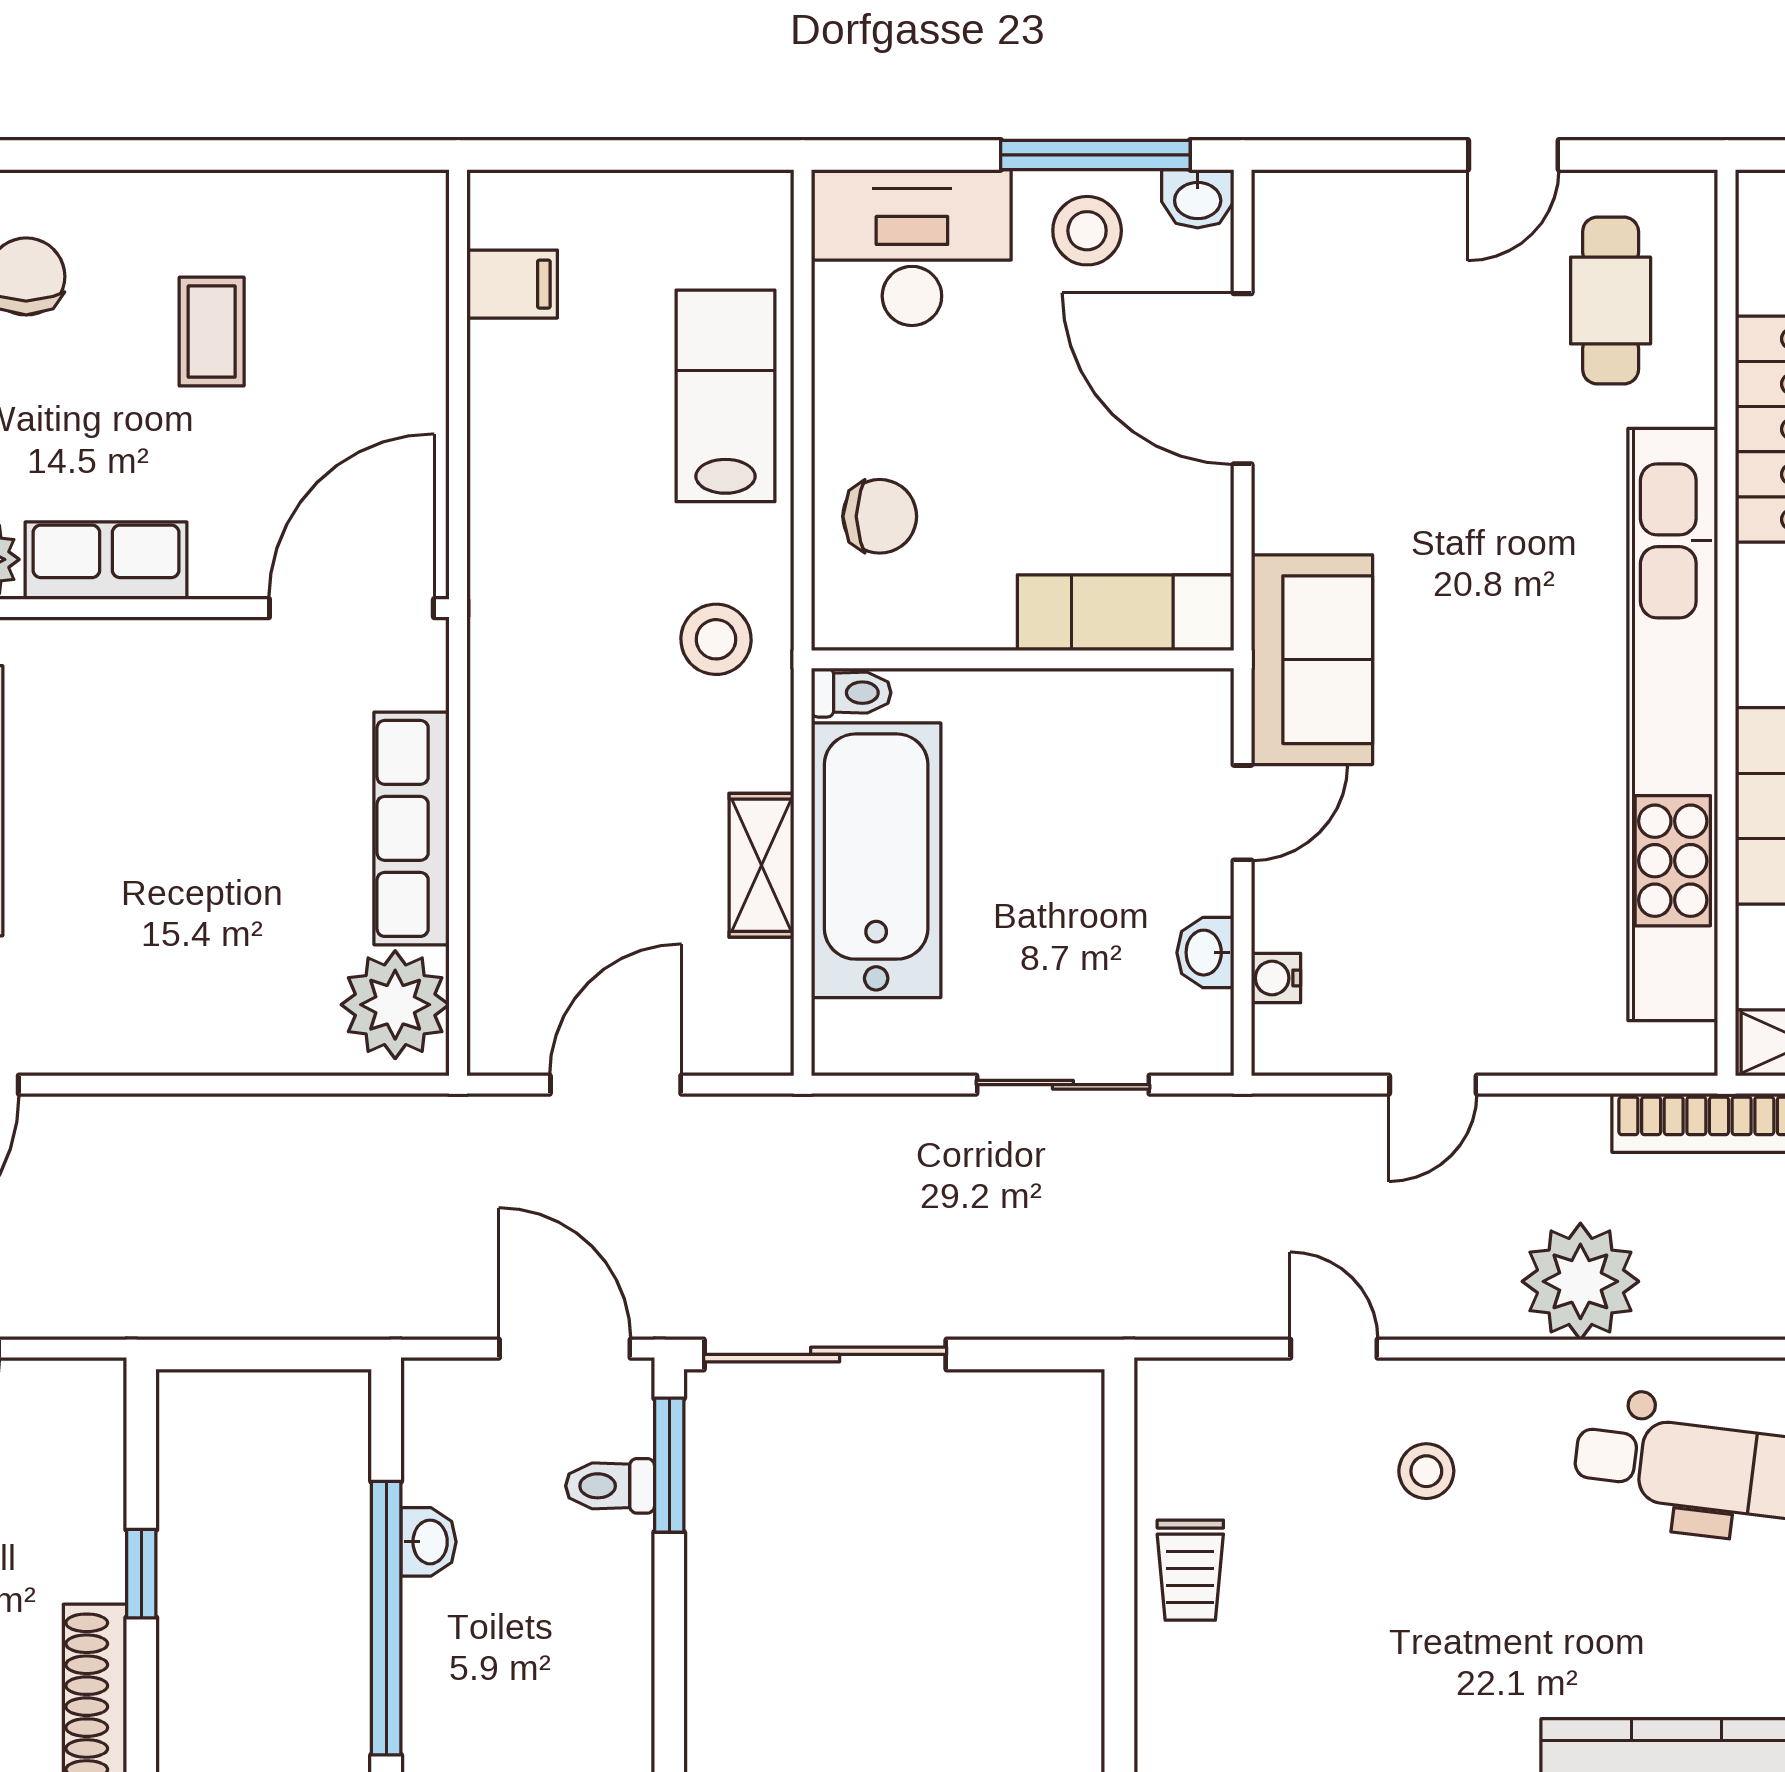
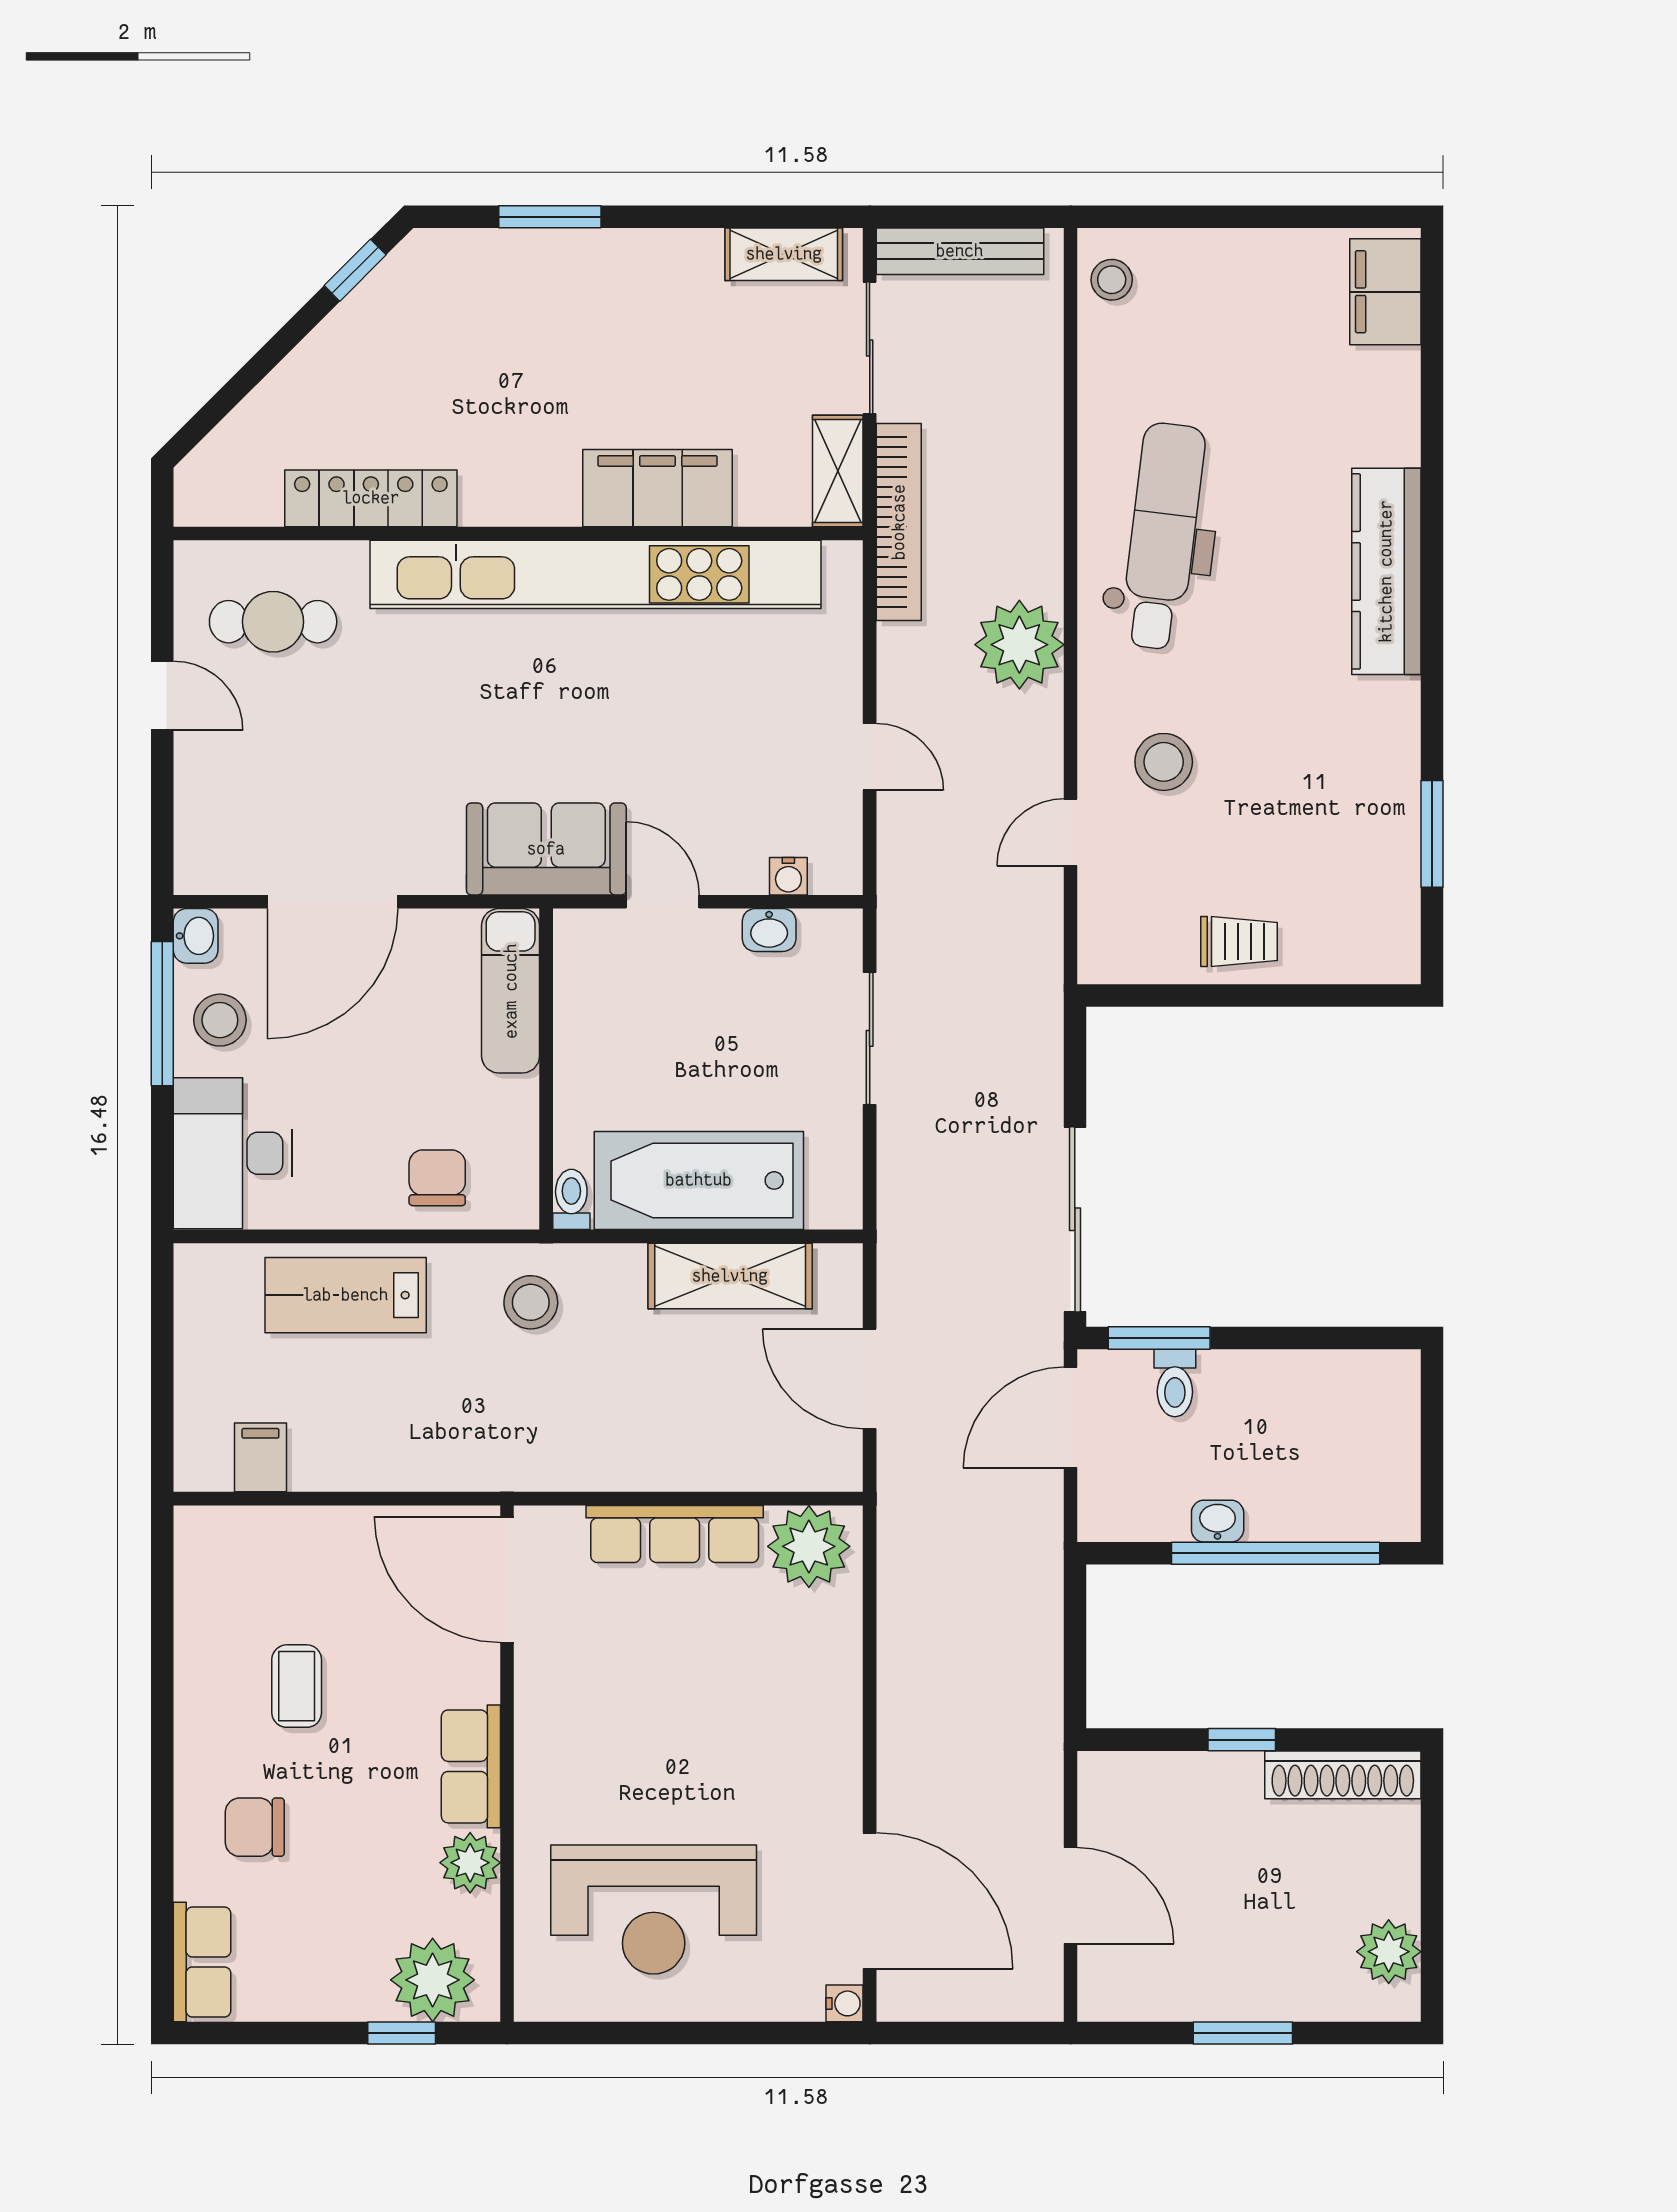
coffee table: (212, 332) -> (297, 1686), turned 90
shelving: (761, 865) -> (730, 1276), width x1.50, depth x1.33
stool: (1426, 1471) -> (1164, 762), width x1.37, depth x1.37

